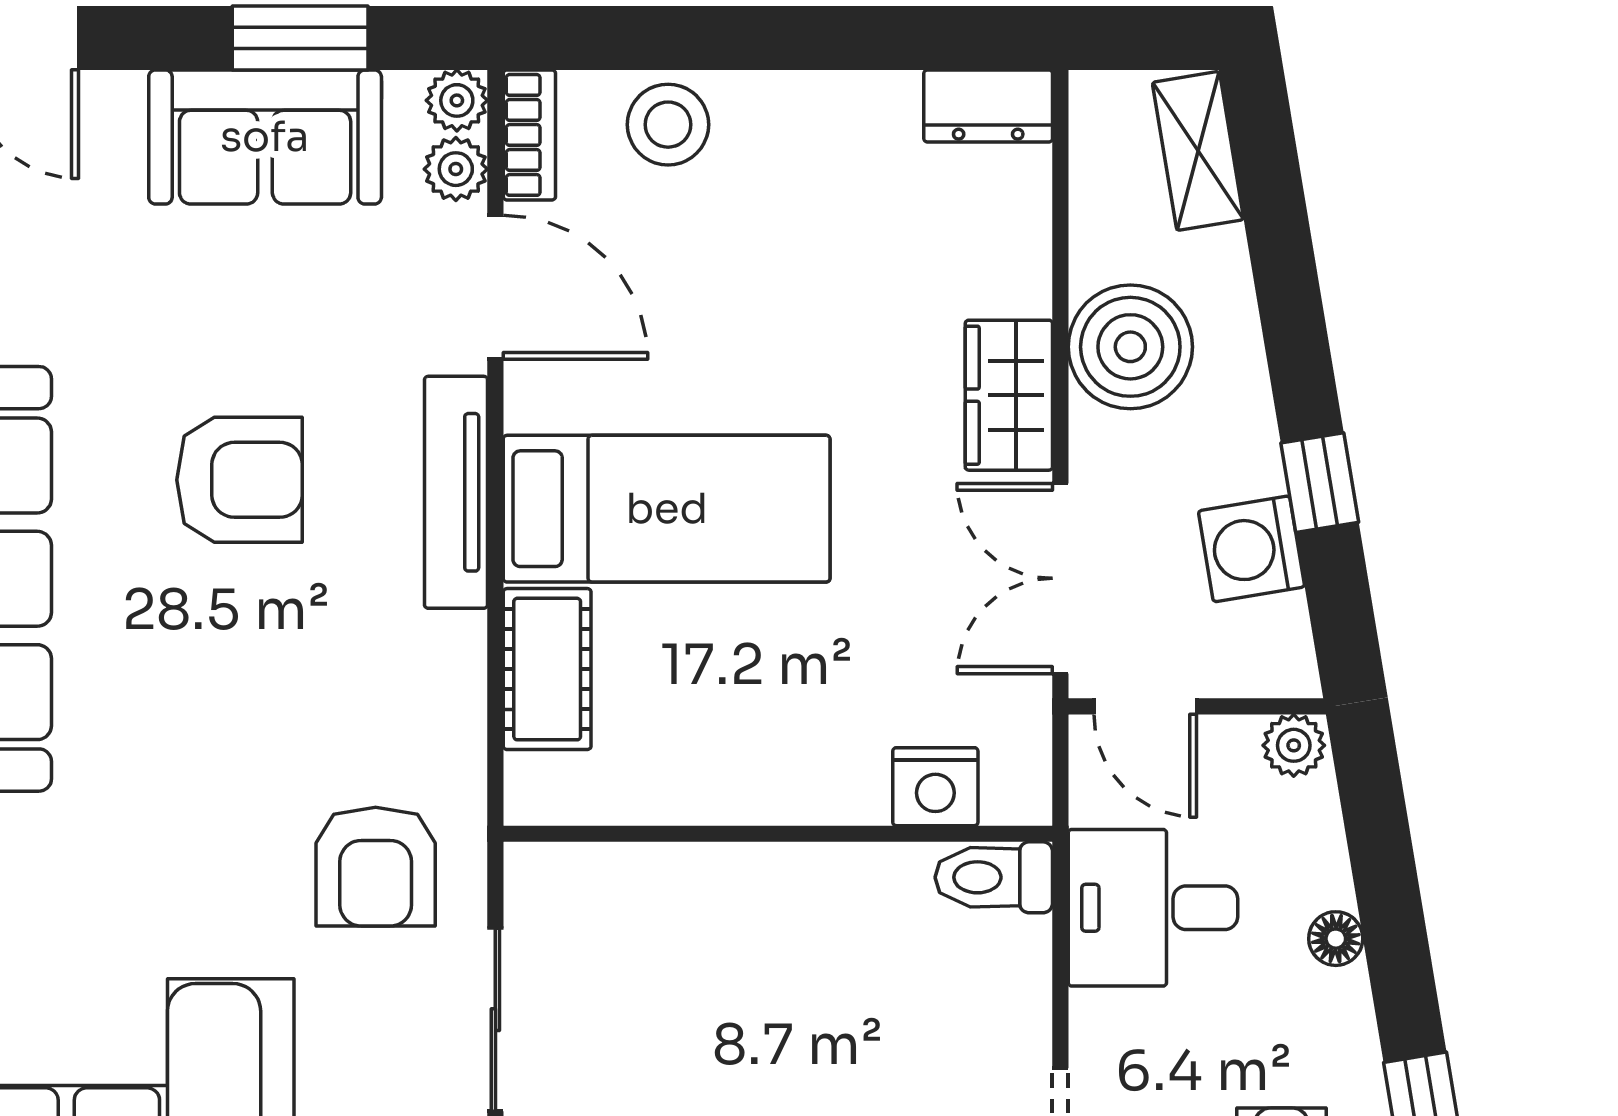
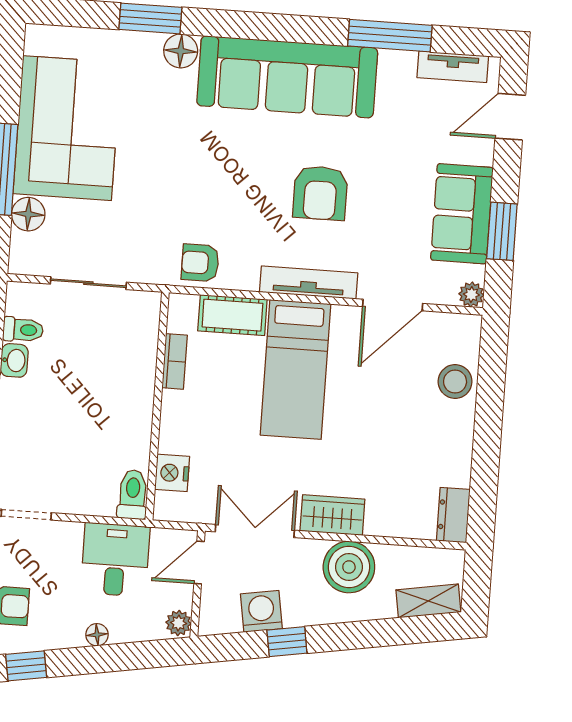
bookcase: (529, 135) -> (175, 361), moved, turned -90
plant: (456, 169) -> (443, 292), removed
armchair: (376, 867) -> (200, 263), moved, width x0.72, depth x0.72

